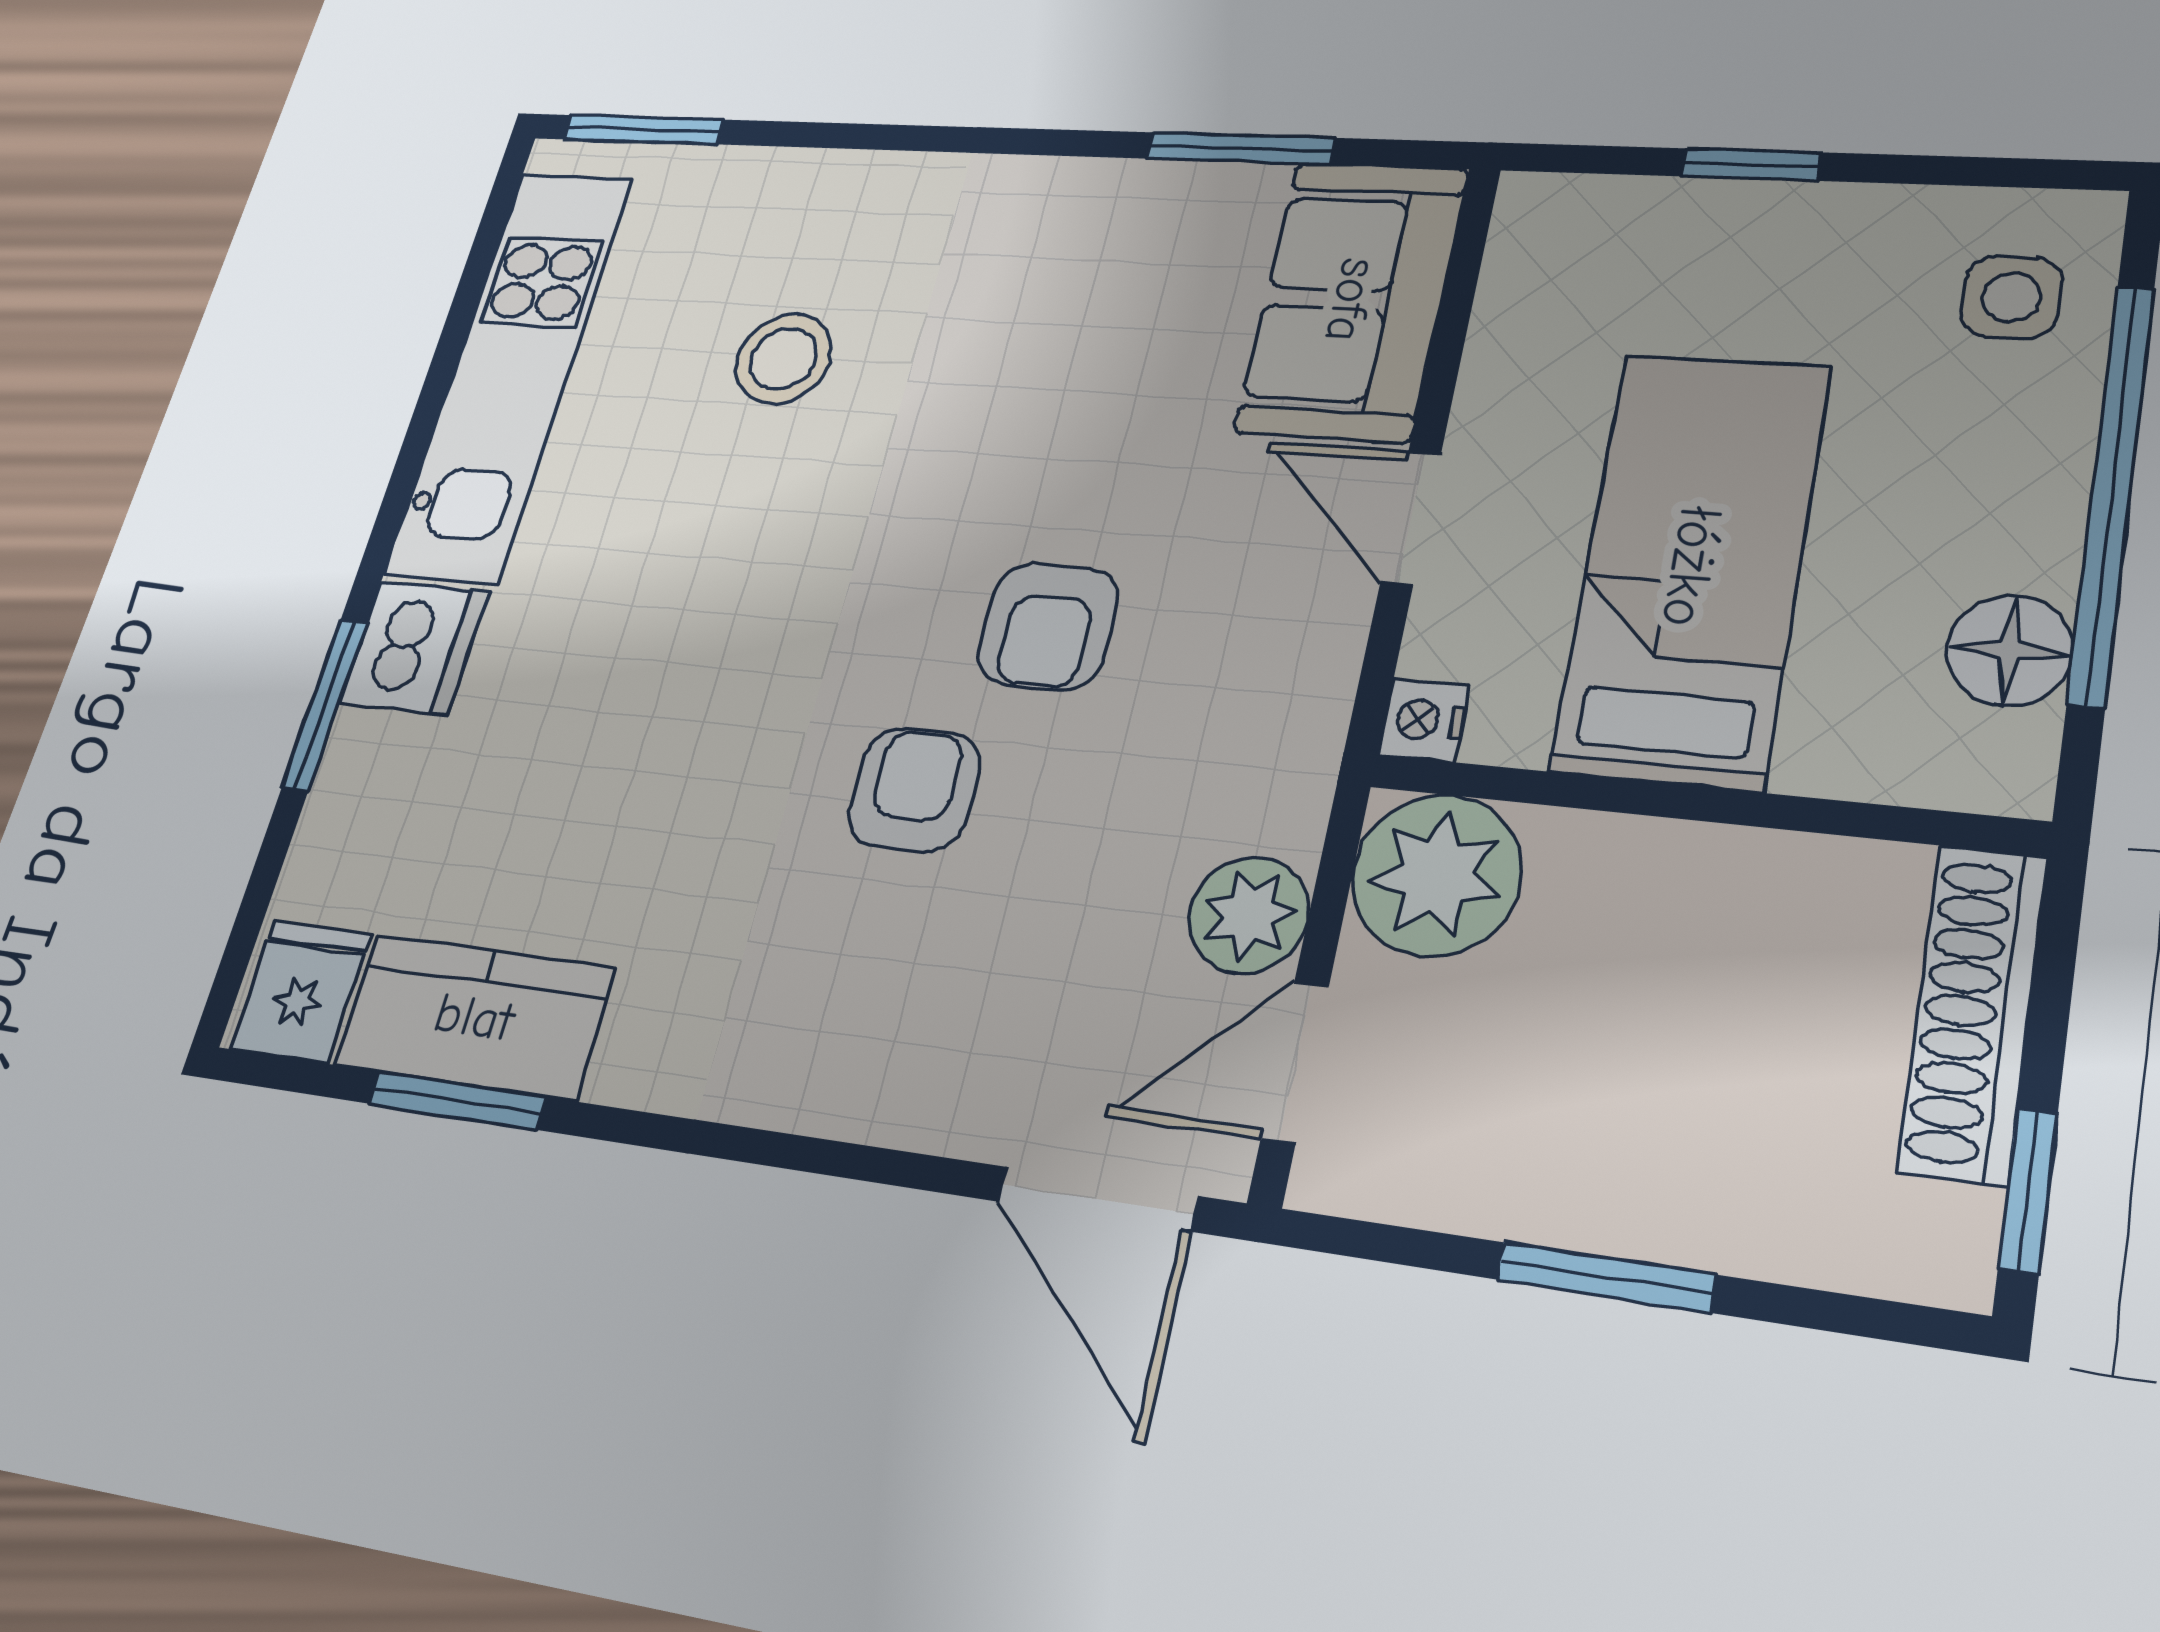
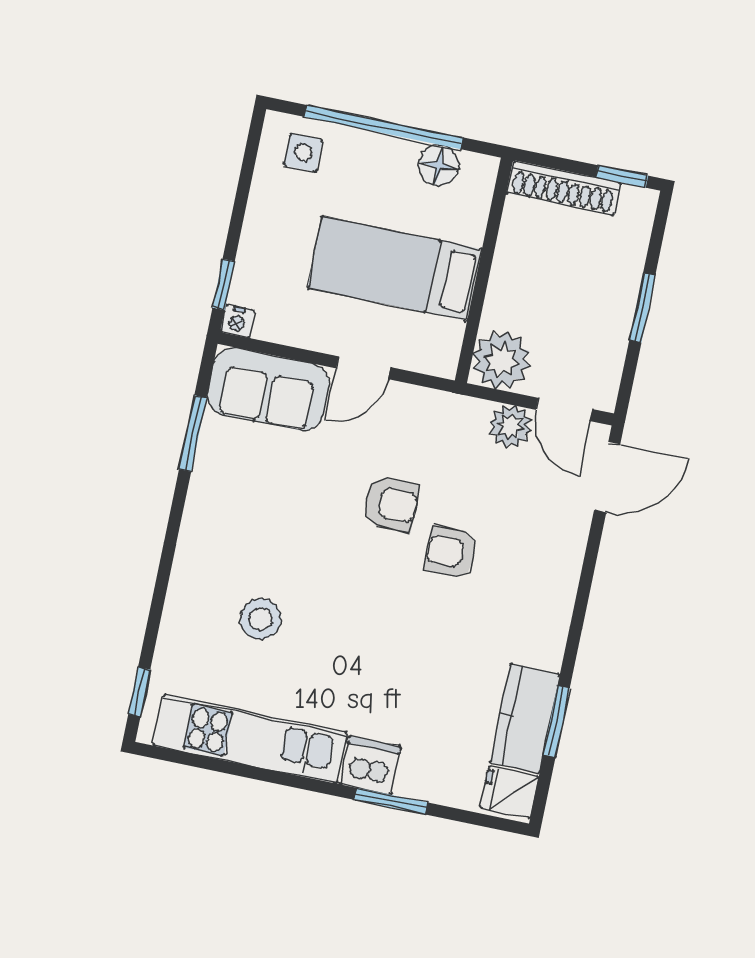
window: (643, 130) -> (139, 692), width x0.67
window: (1751, 164) -> (224, 284), moved
nightstand: (1424, 720) -> (237, 321), moved

